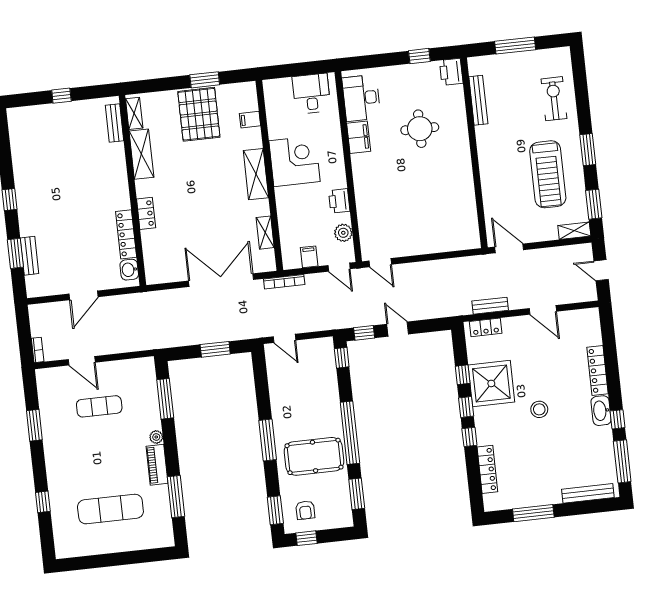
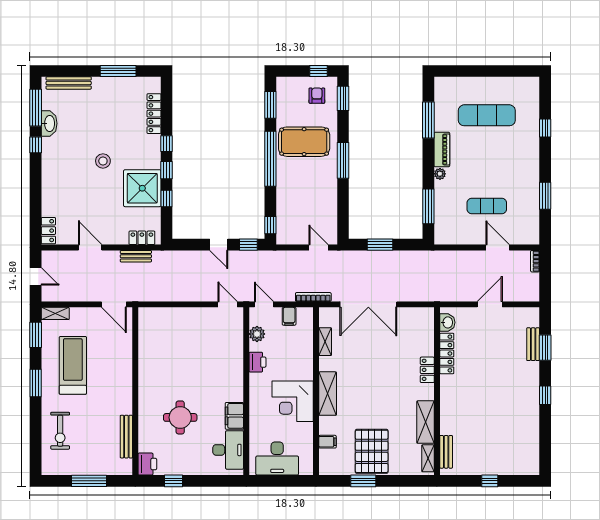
desk: (311, 94) -> (277, 459), width x1.37
locker: (597, 370) -> (48, 231), moved, width x0.66
washbasin: (601, 411) -> (49, 123), moved

